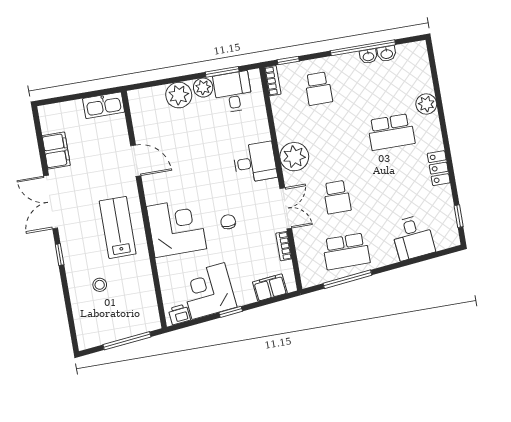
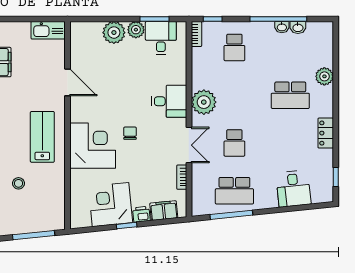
chair: (228, 222) -> (130, 133), moved
printer: (179, 314) -> (141, 214), moved

